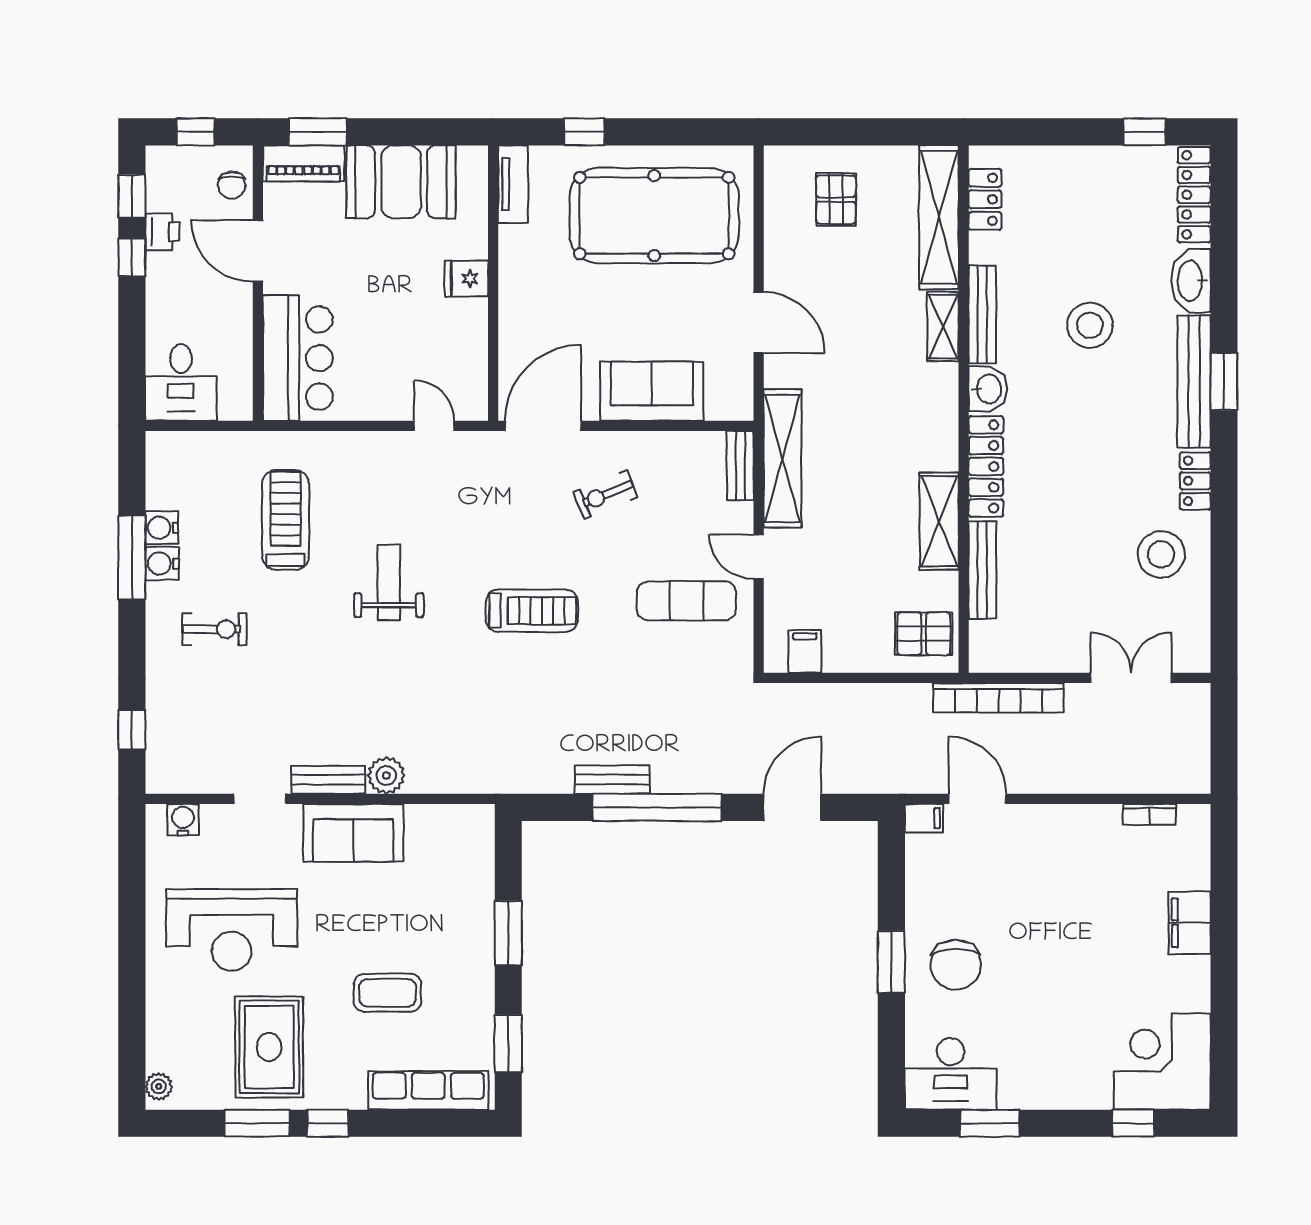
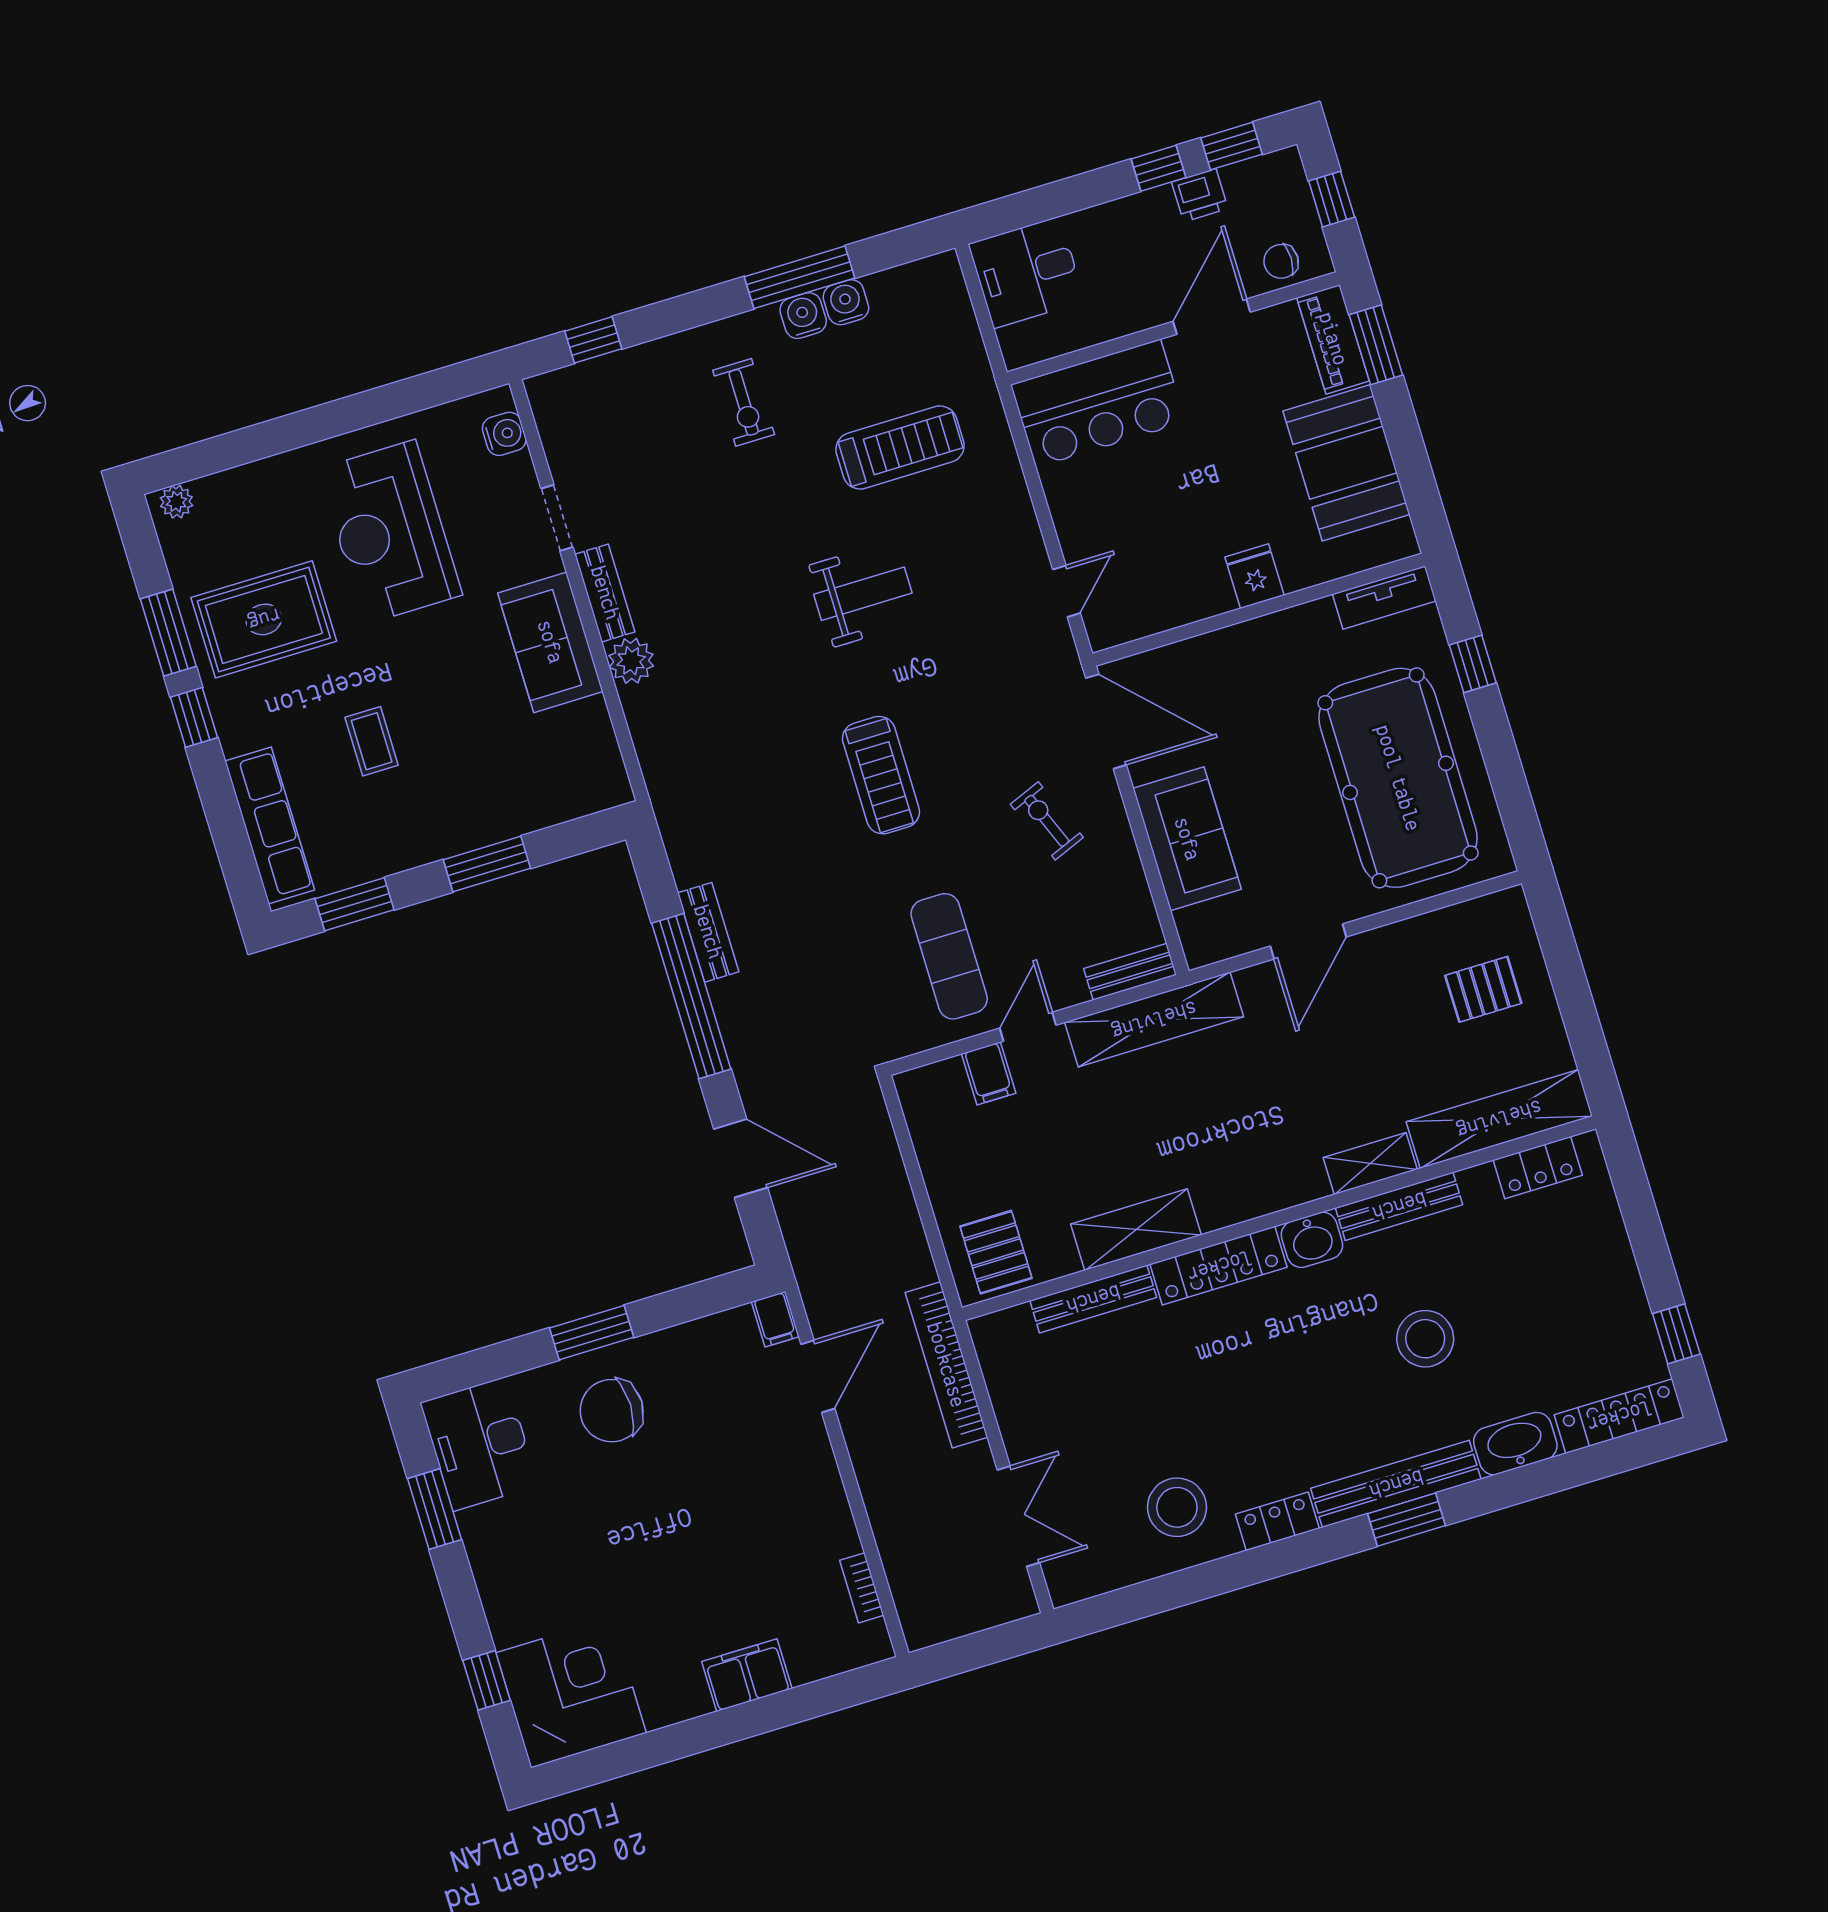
filing cabinet: (805, 651) -> (989, 1073), moved, turned 90
coffee table: (388, 993) -> (372, 741), width x0.73, depth x0.77

